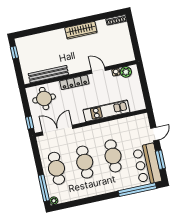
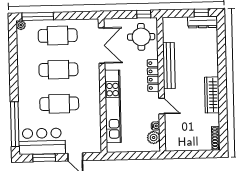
dresser: (22, 50) -> (203, 22), added
door: (98, 70) -> (162, 106), hinge flipped
bench: (48, 74) -> (169, 66), moved
kitchen unit: (106, 111) -> (113, 106), width x1.36
window: (30, 123) -> (144, 14), moved

